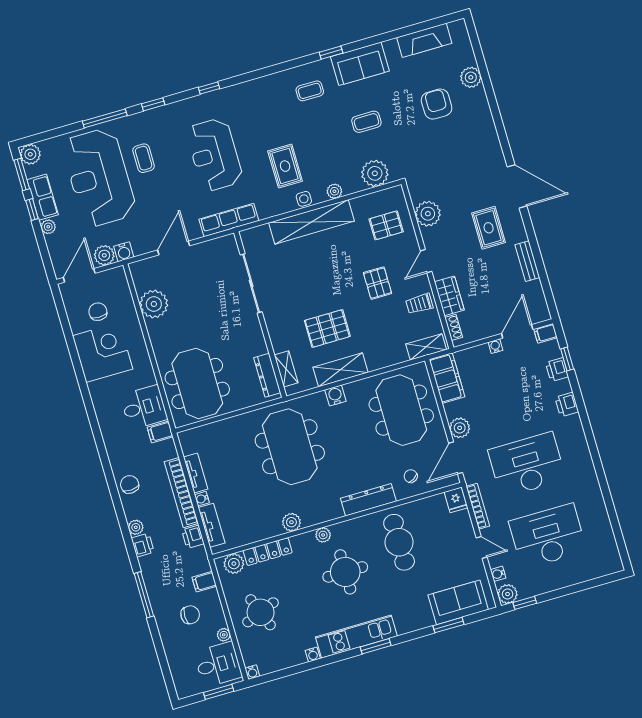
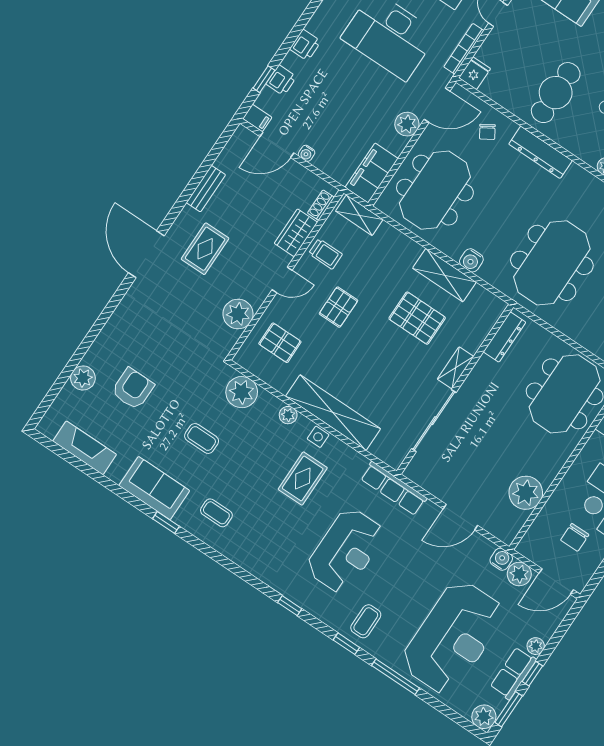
armchair: (437, 104) -> (133, 389), turned 180
coffee table: (144, 158) -> (366, 621), moved
shelving: (286, 369) -> (456, 368), moved

